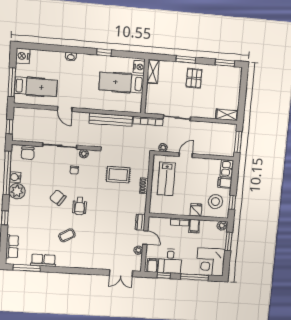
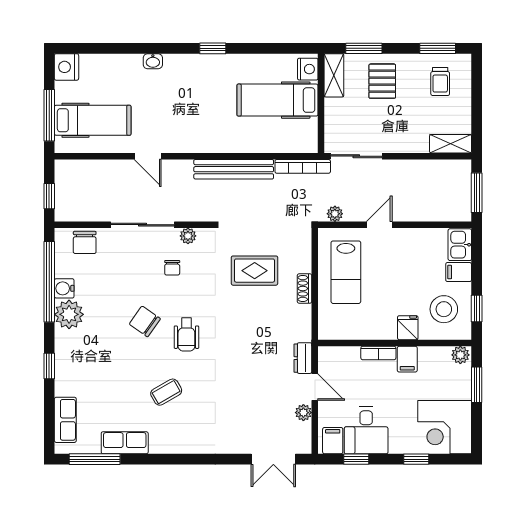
nightstand: (139, 67) -> (308, 69), moved
shelving: (153, 72) -> (334, 75), moved
trolley: (225, 81) -> (440, 82), added
hospital bed: (122, 83) -> (277, 100), moved
wall: (145, 86) -> (321, 103), moved
window: (194, 277) -> (416, 459), width x0.46

